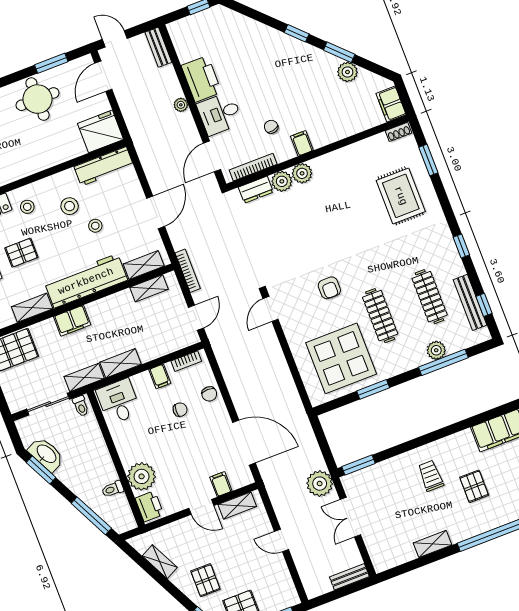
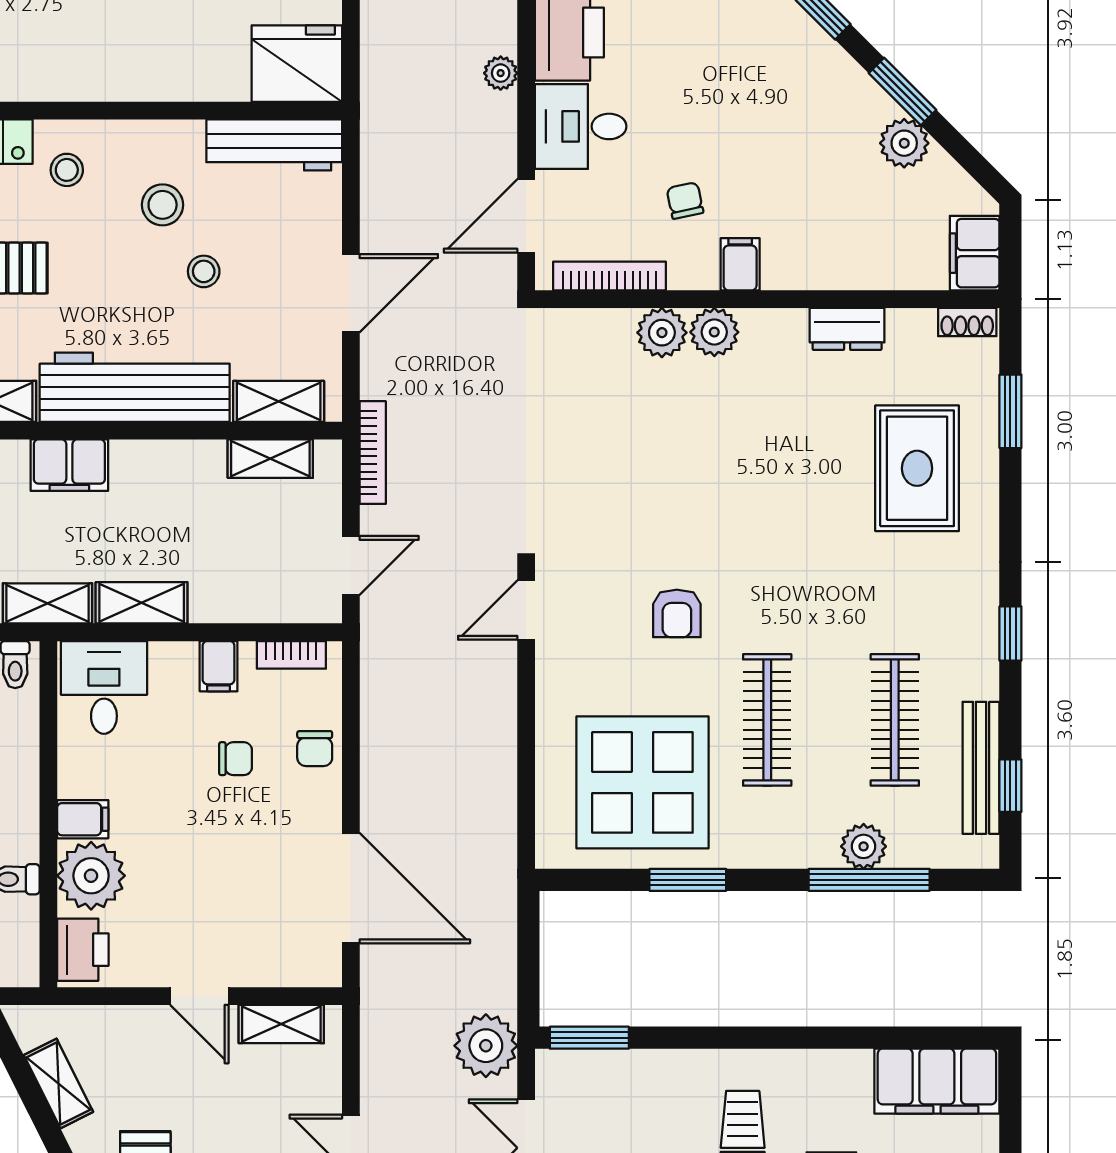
dresser: (256, 190) -> (847, 329), moved
filing cabinet: (221, 484) -> (83, 819), moved, turned 90

